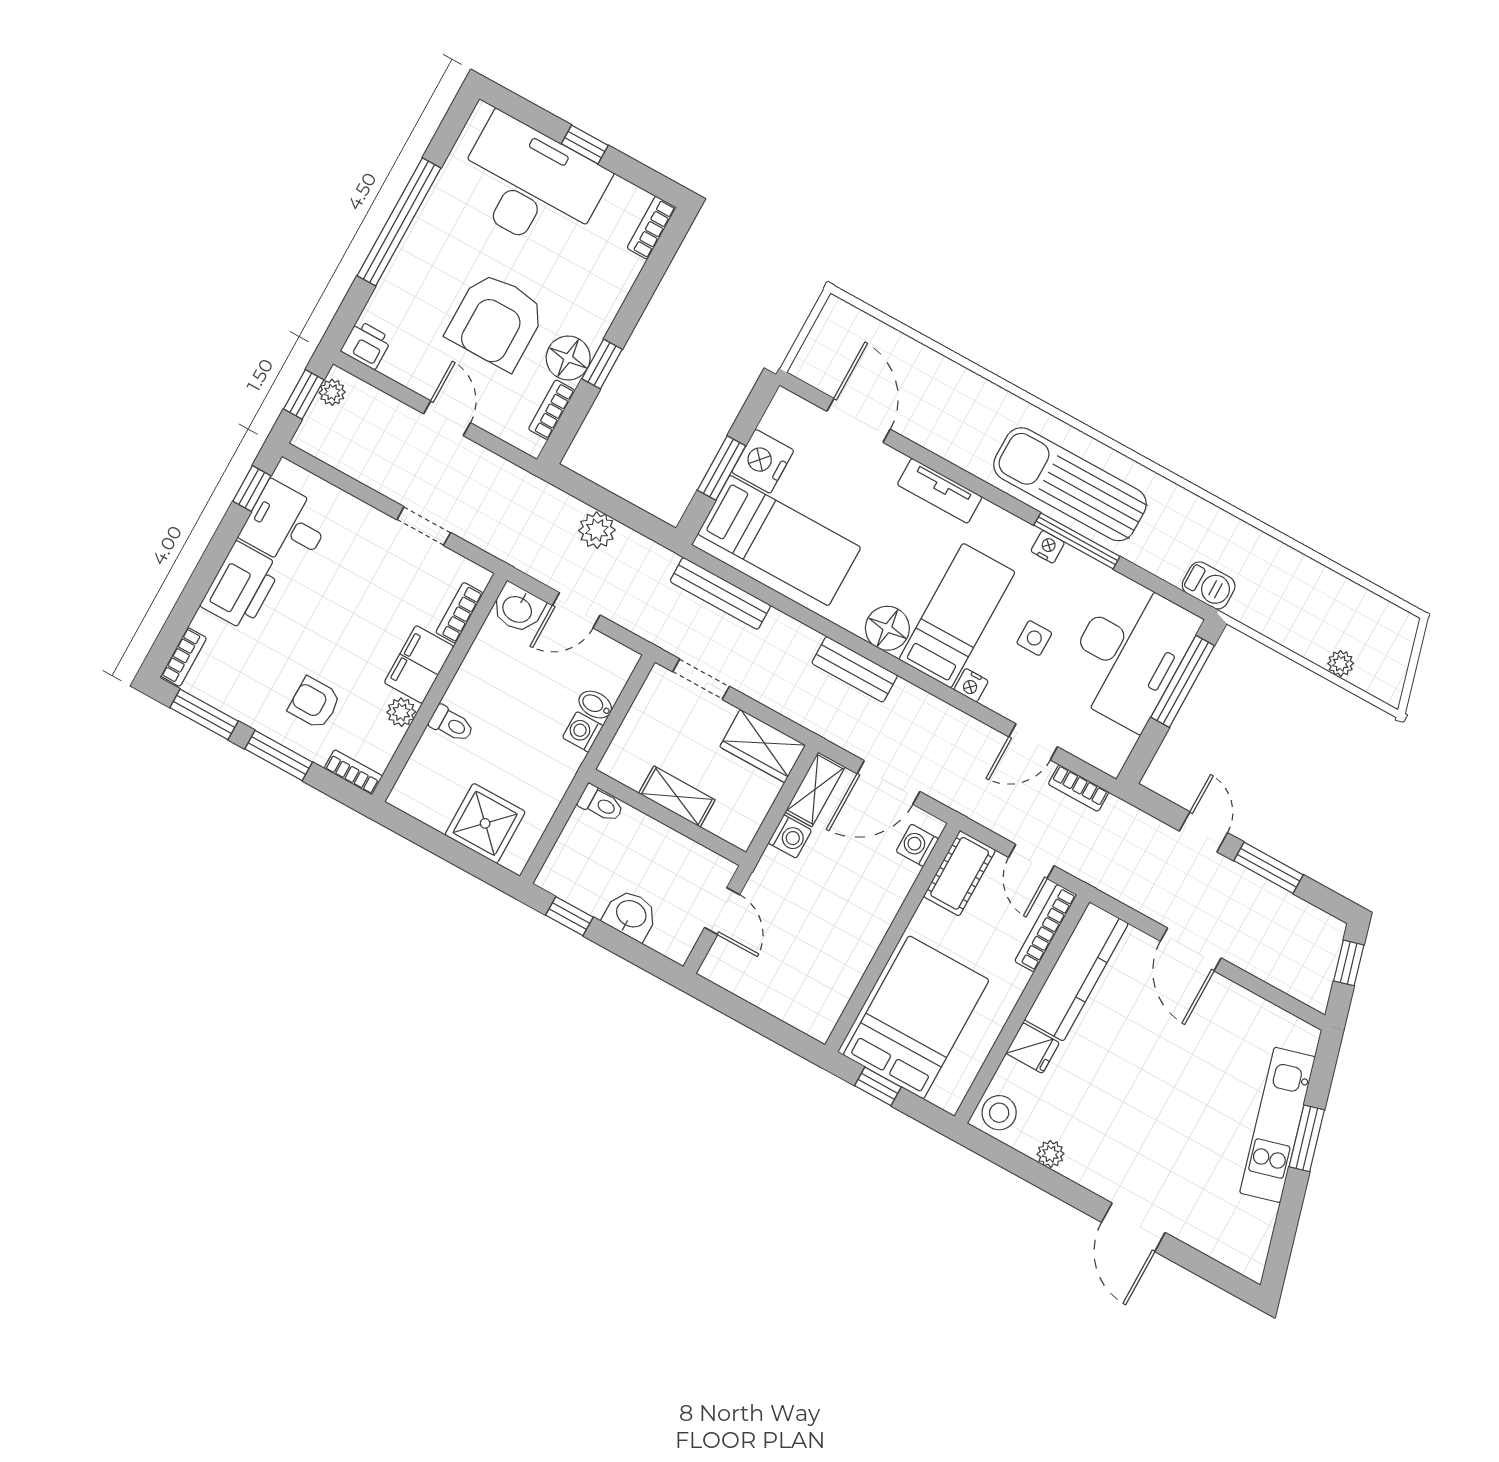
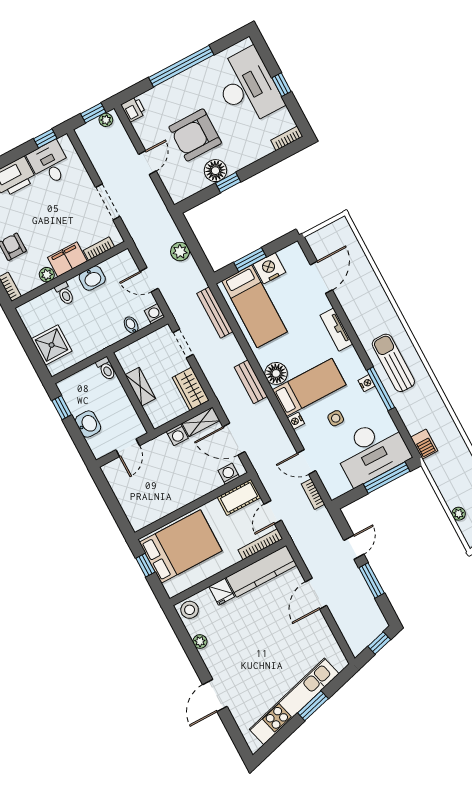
bookcase: (552, 410) -> (194, 188), removed
sun lounger: (1070, 484) -> (393, 363), width x0.73, depth x0.75
doorway: (424, 526) -> (108, 202), width x1.38
washbasin: (518, 608) -> (92, 278), moved, turned -90
washing machine: (583, 732) -> (154, 314), moved
kitchen unit: (1277, 1125) -> (294, 701), width x1.36

